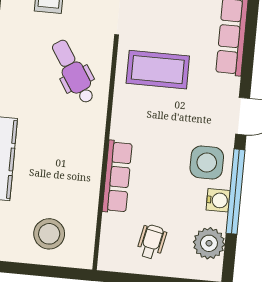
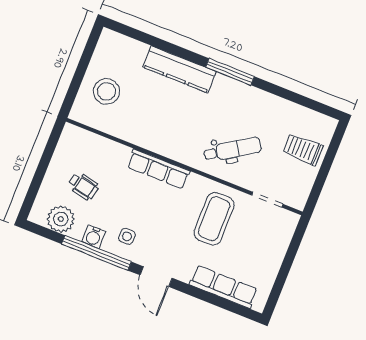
side table: (207, 163) -> (127, 236), width x0.54, depth x0.54
row of seats: (117, 177) -> (158, 169), moved
wheelchair: (152, 242) -> (83, 186), moved

